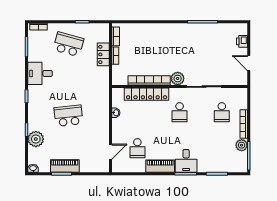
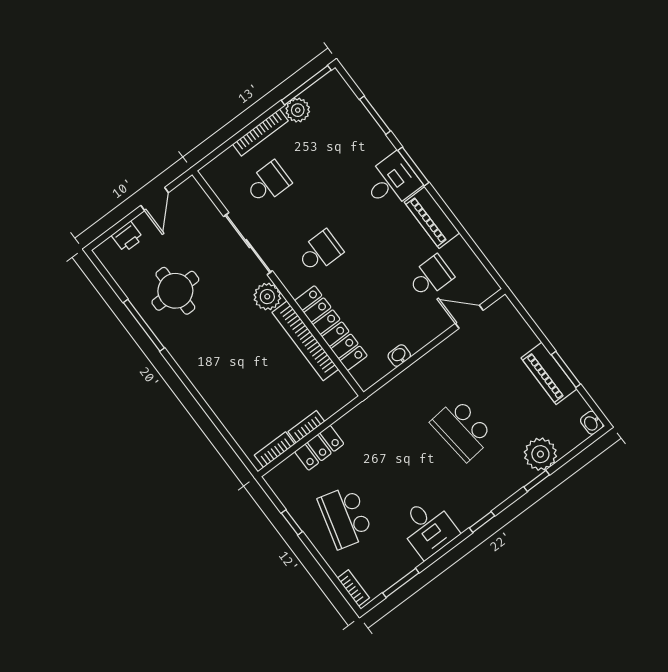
round table: (207, 44) -> (175, 291), added

